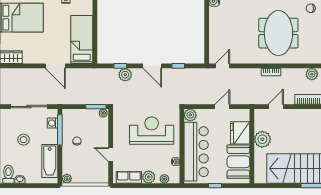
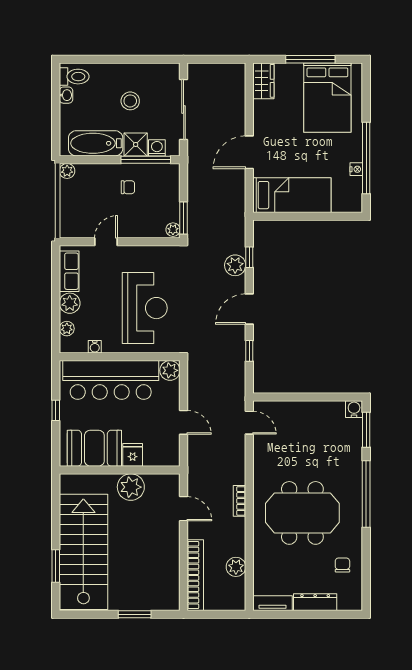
fridge: (240, 133) -> (133, 455), width x0.53, depth x0.75
shower: (50, 136) -> (136, 144), added

